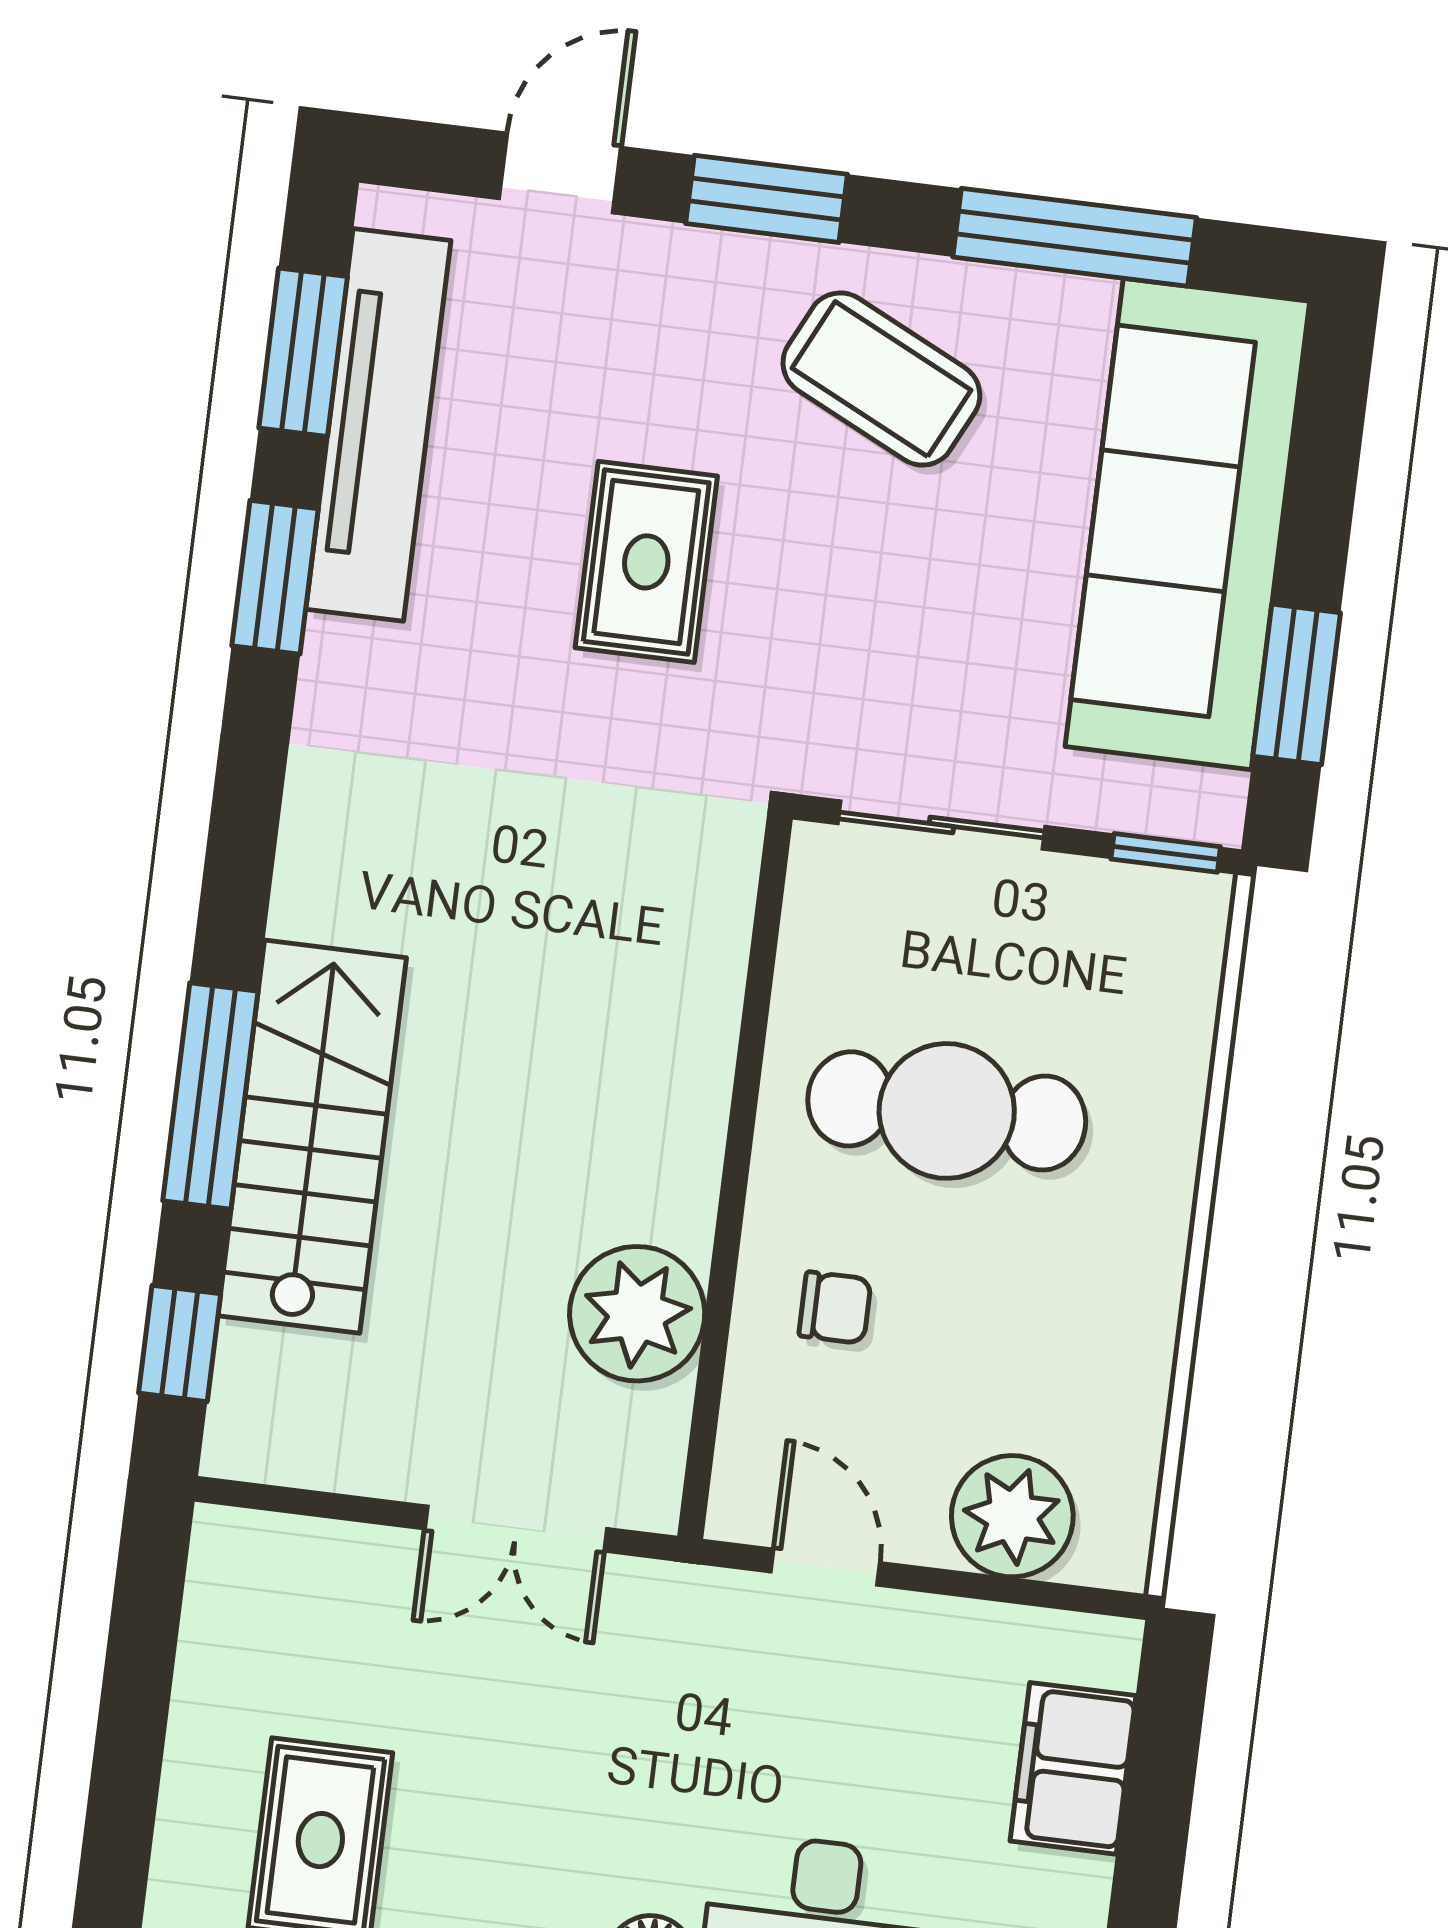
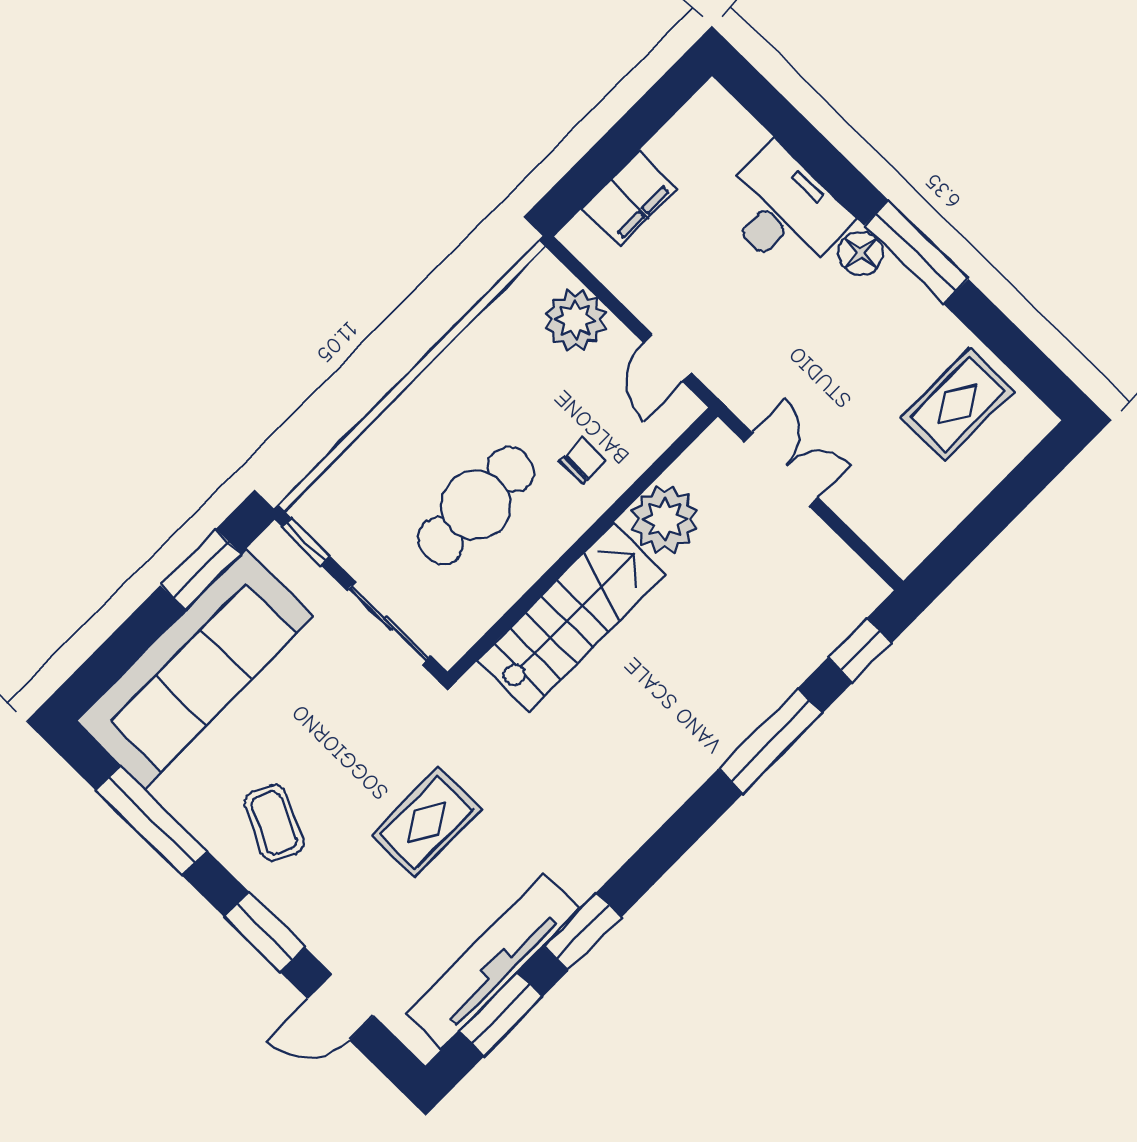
coffee table: (881, 379) -> (274, 823), width x0.73, depth x0.77
cafe table: (947, 1111) -> (476, 505), turned 90
stairs: (312, 1137) -> (571, 617), moved, turned 180
chair: (835, 1308) -> (583, 460), turned 90

